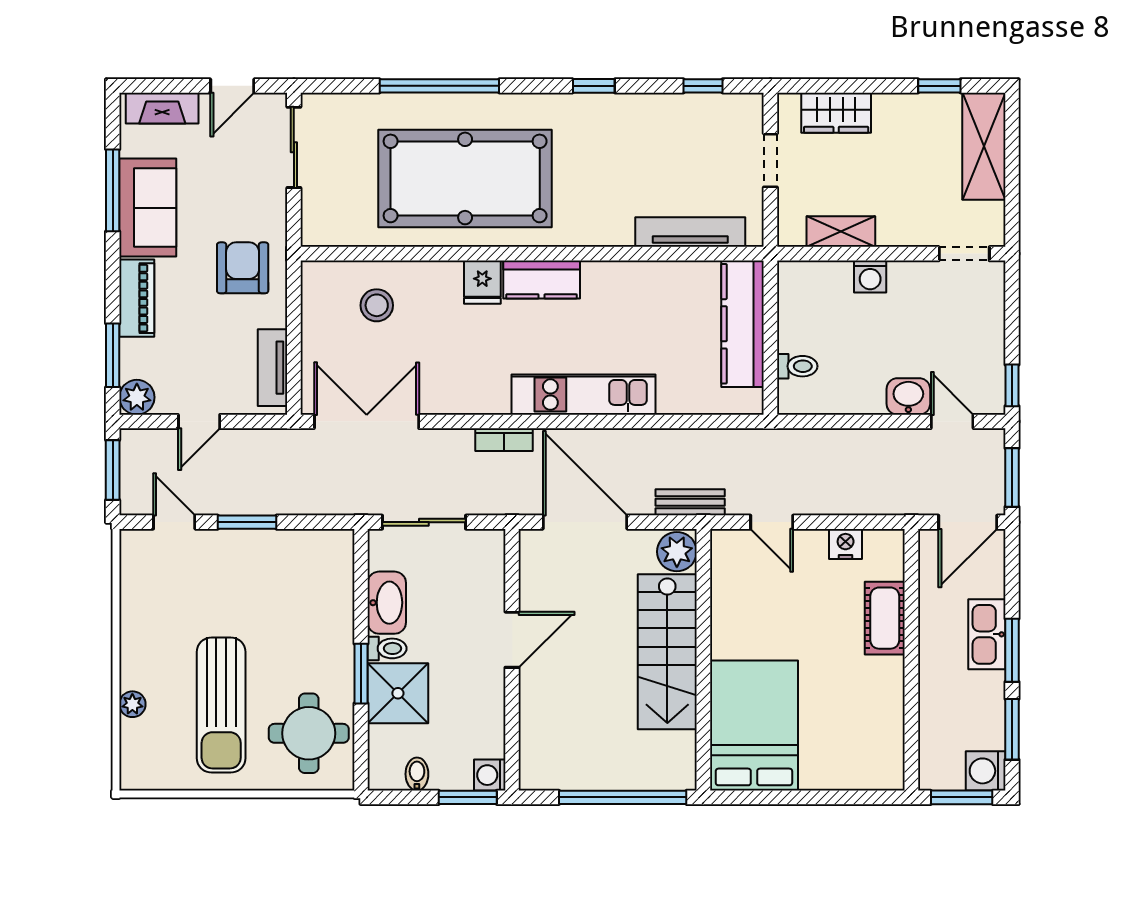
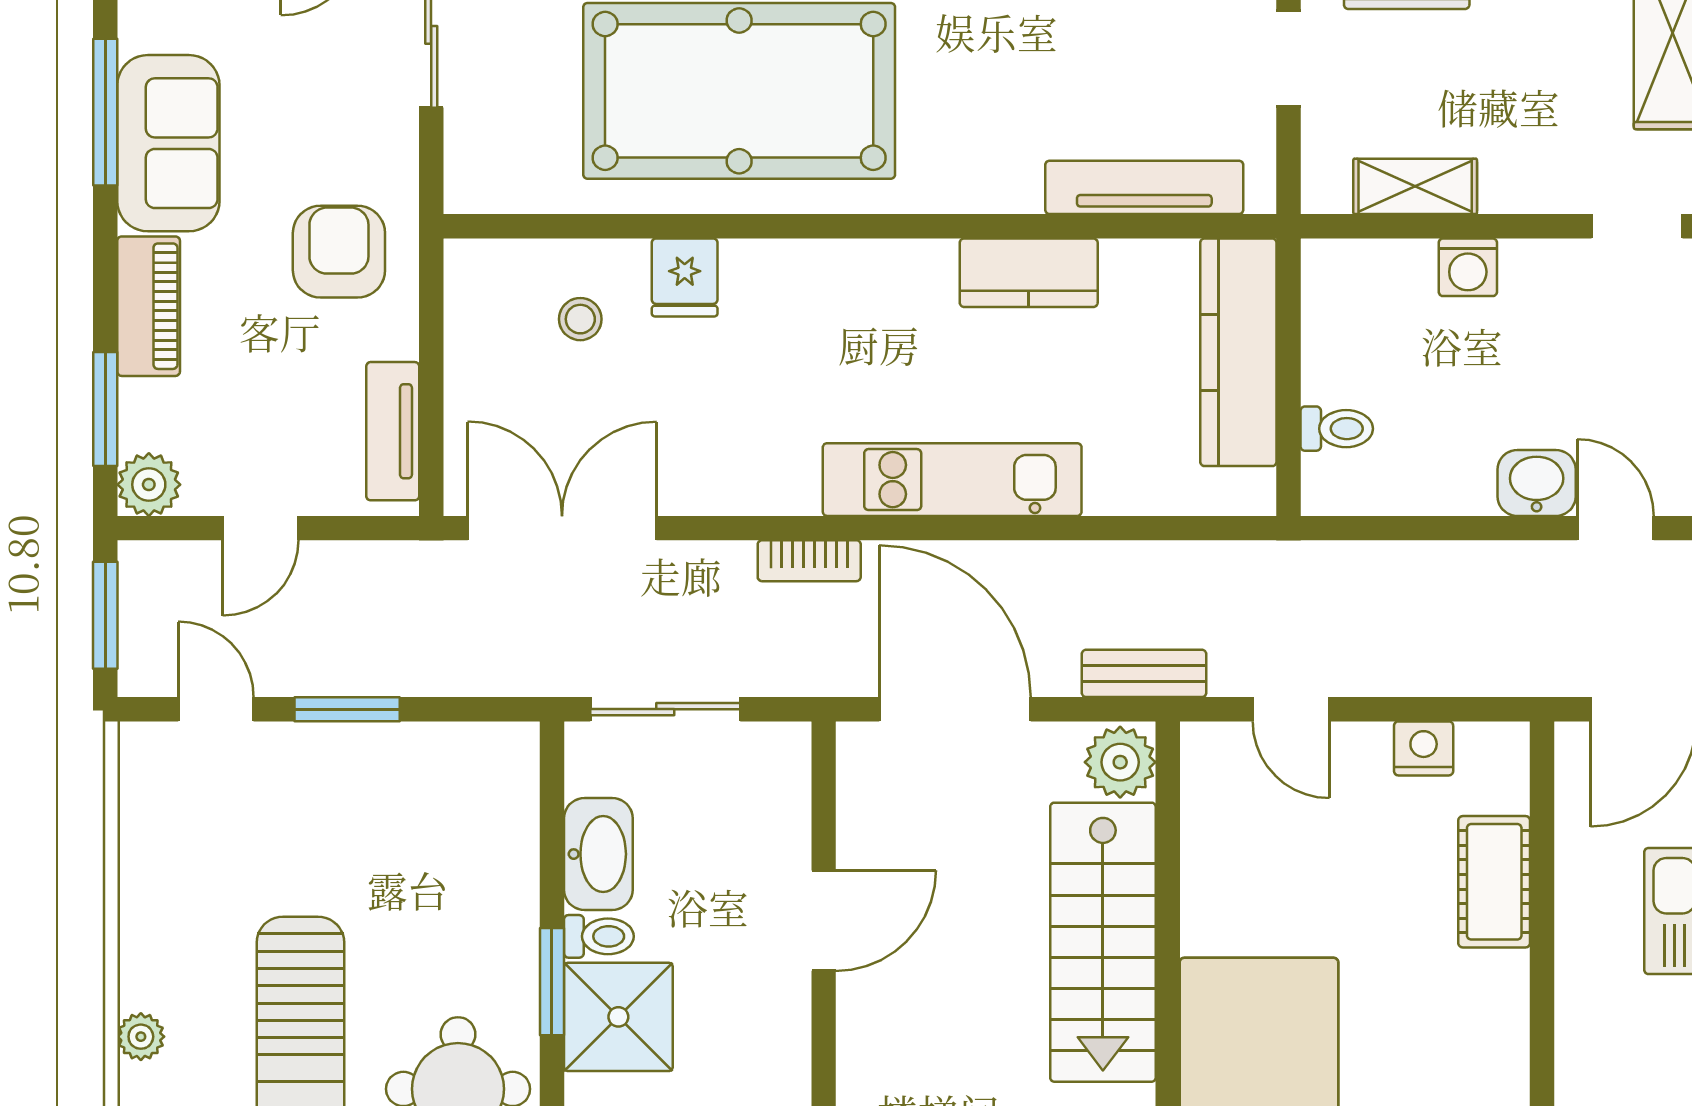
kitchen counter: (542, 280) -> (1029, 273), moved
fridge: (482, 282) -> (685, 277), moved
stool: (377, 305) -> (580, 319), width x0.73, depth x0.73

